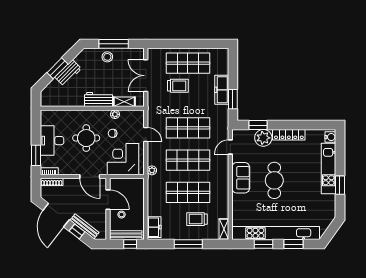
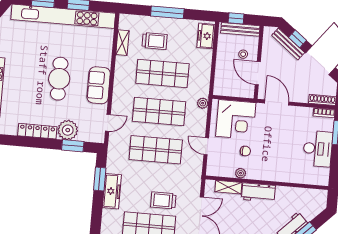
round table: (86, 138) -> (277, 148), removed
shelving: (224, 229) -> (122, 43), moved

